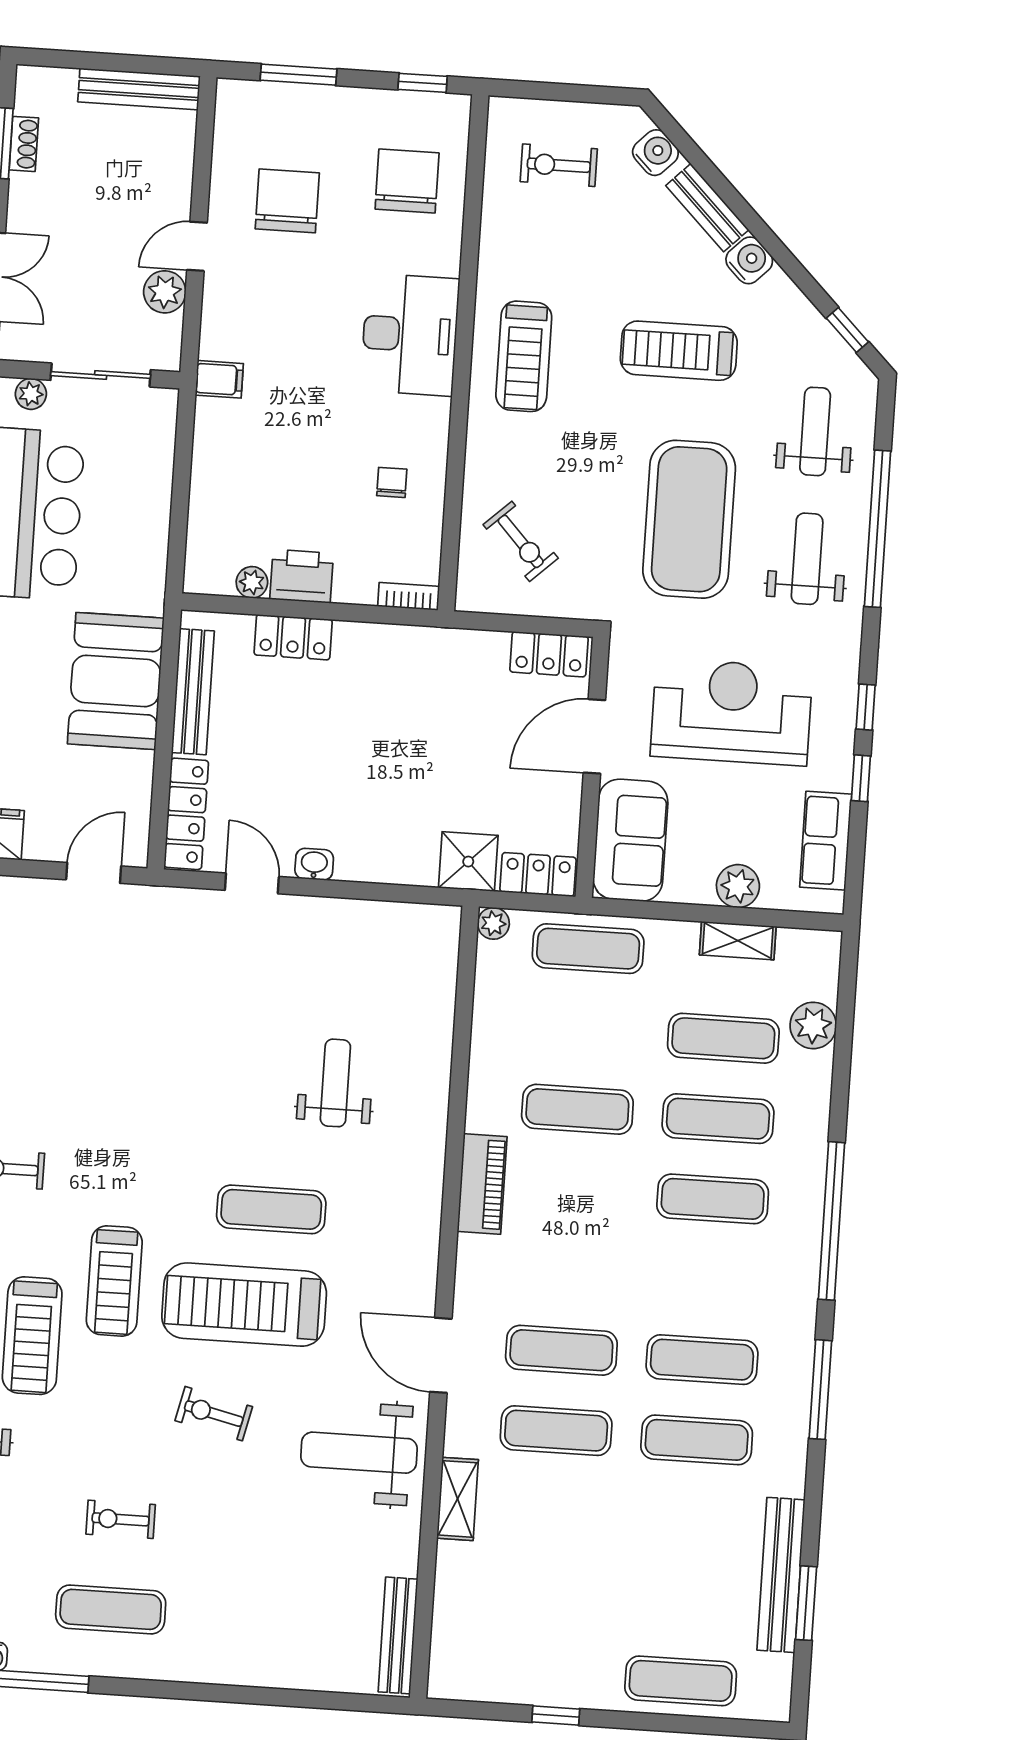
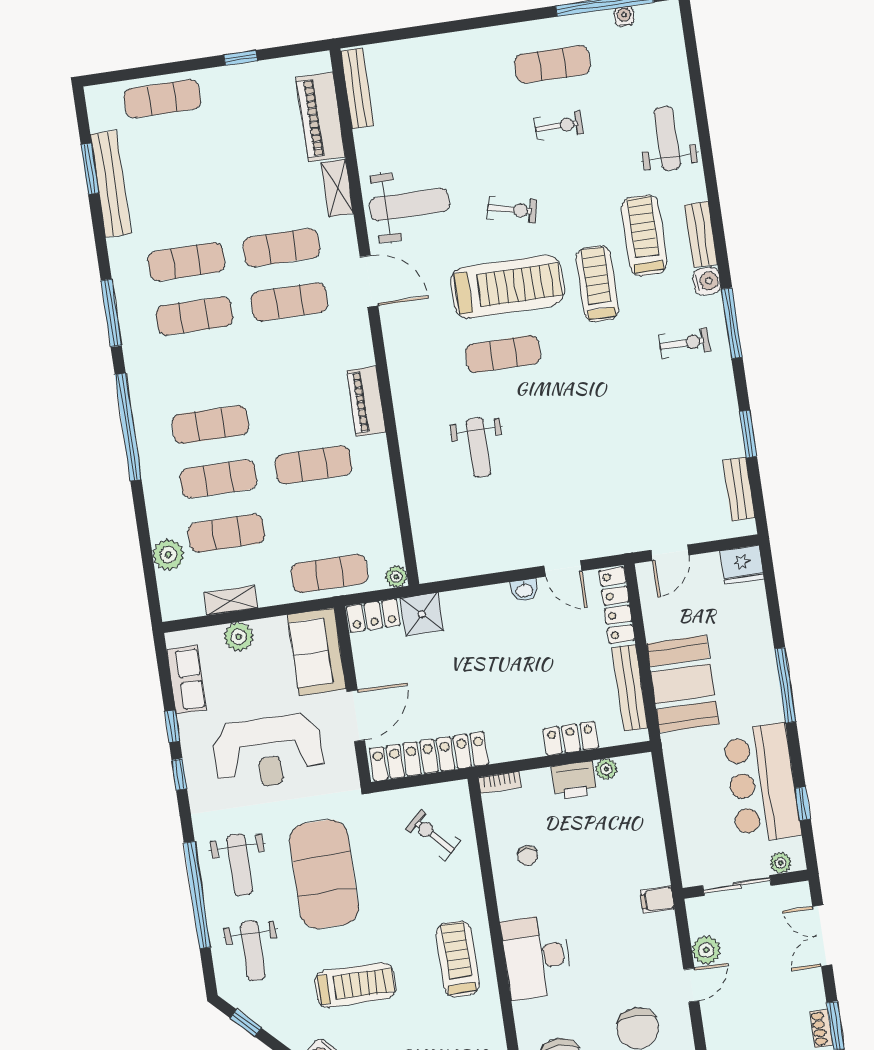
locker: (549, 654) -> (429, 756), width x2.16, depth x1.21
piano: (459, 1606) -> (321, 117), added

